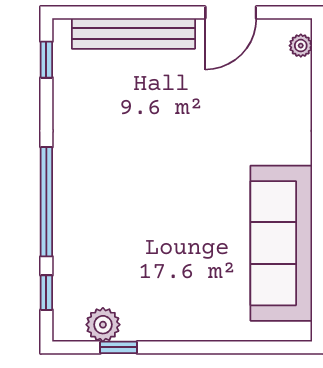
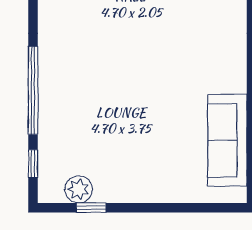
sofa: (281, 243) -> (227, 140), width x0.74, depth x0.79

